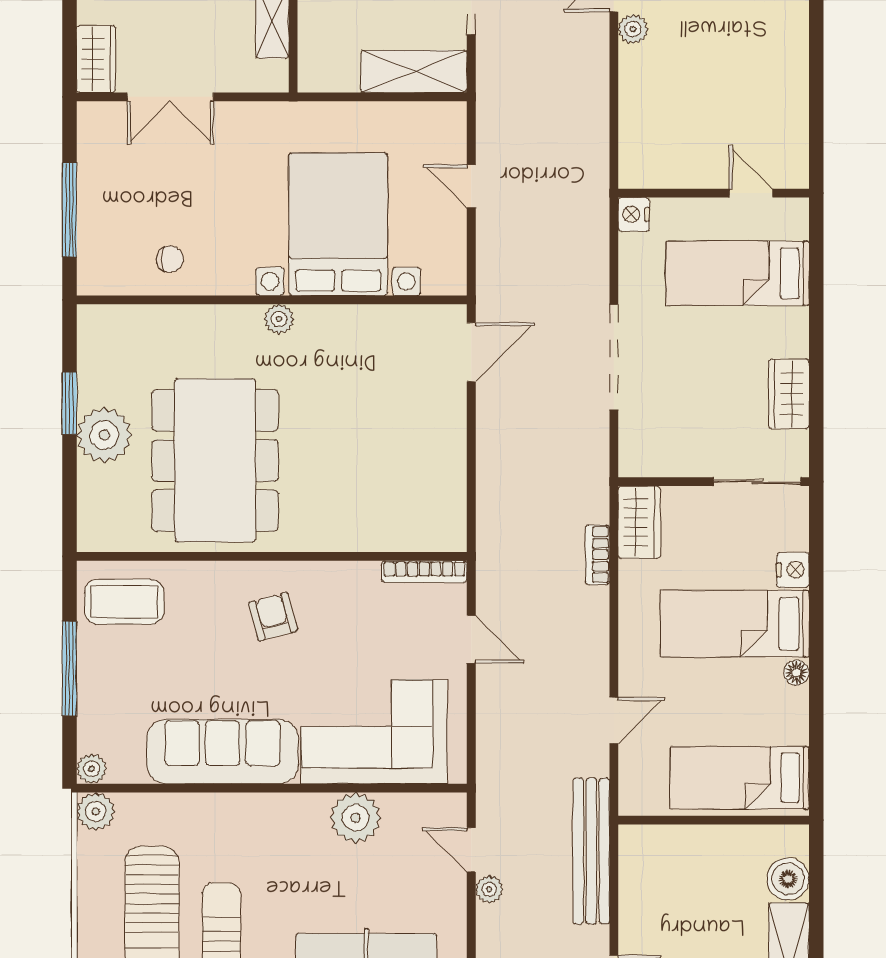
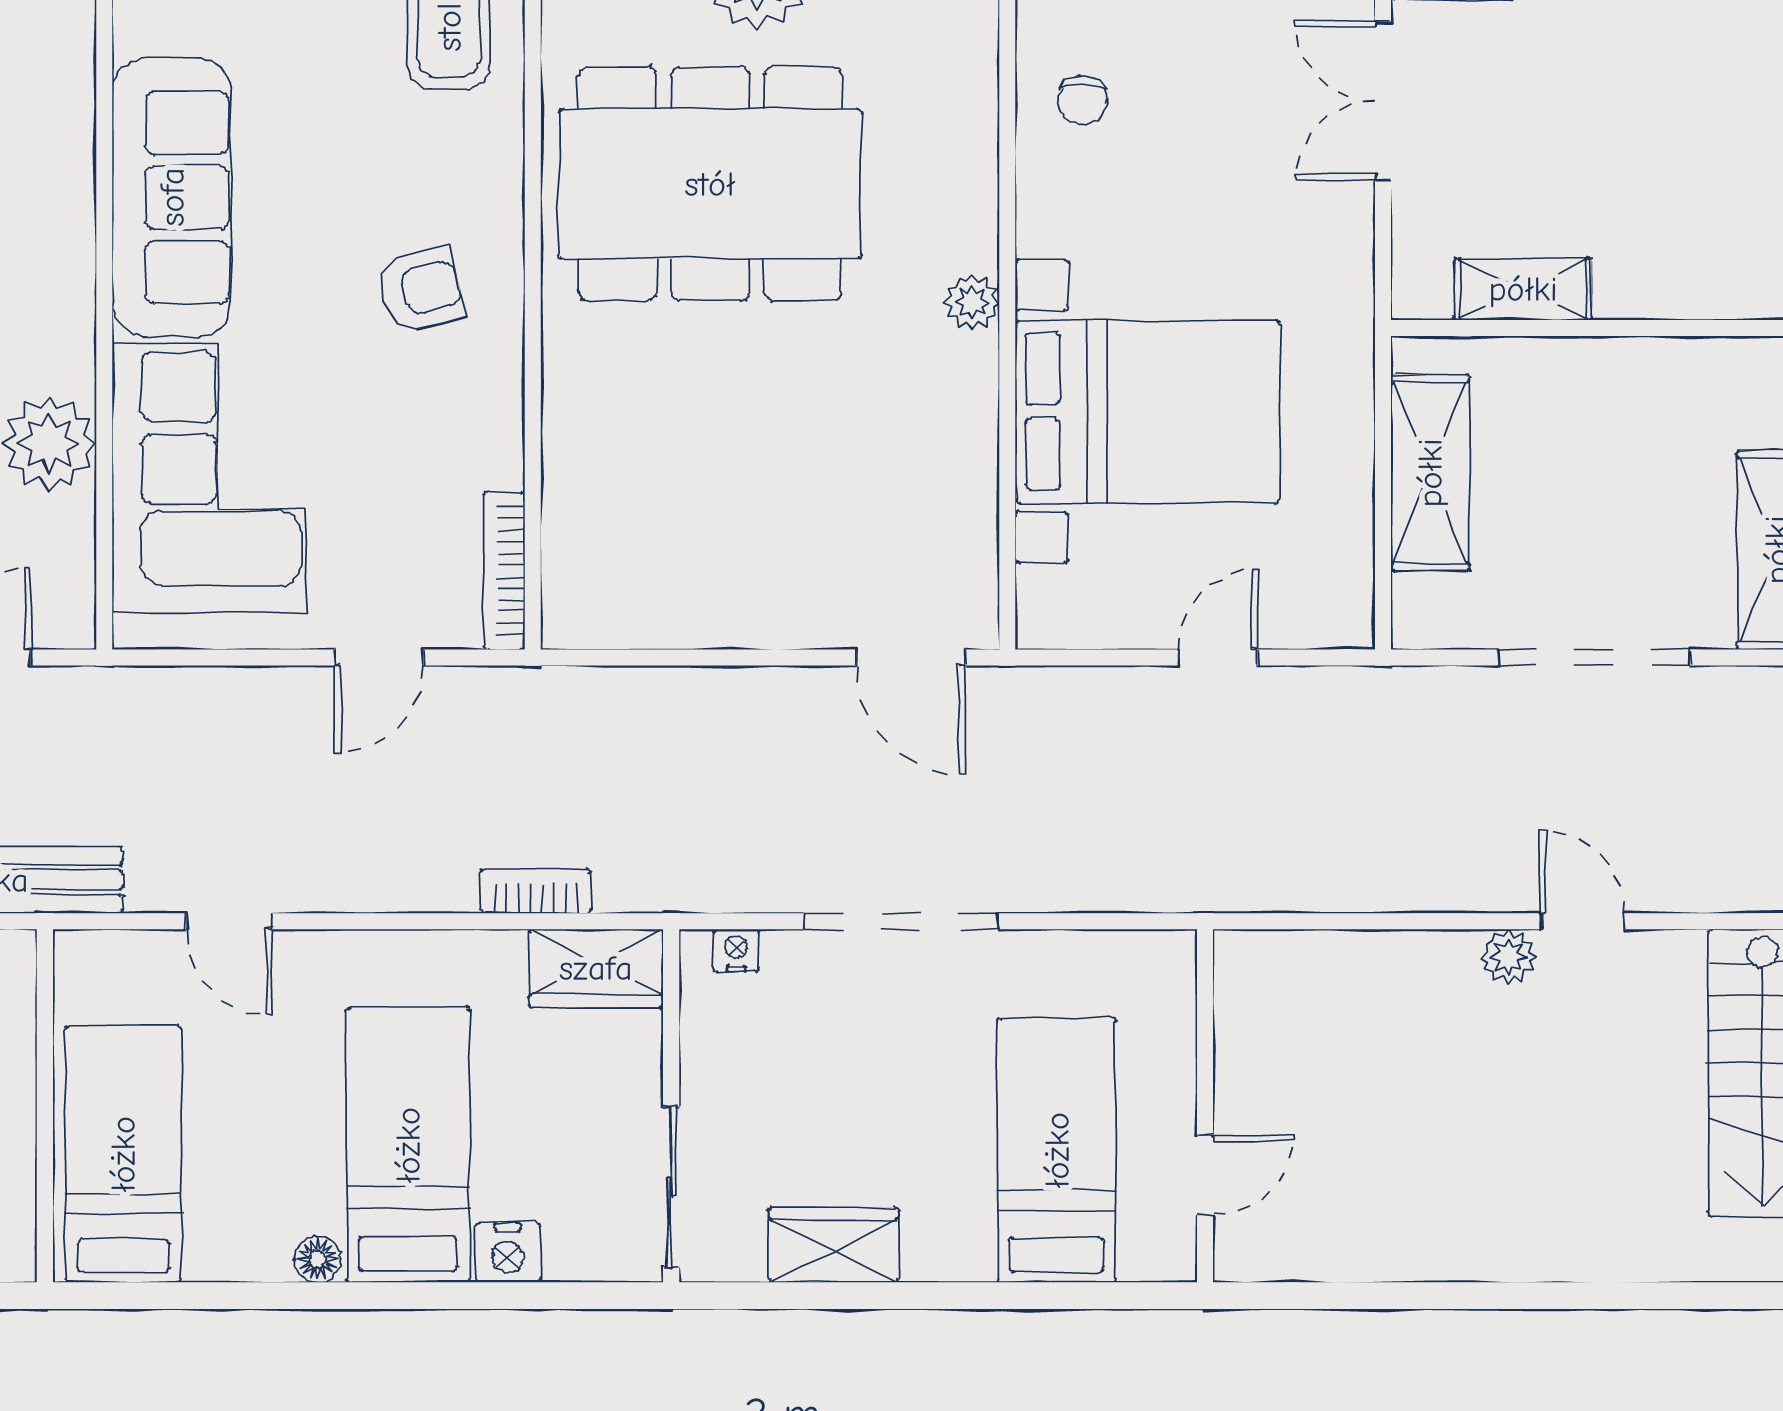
shelving: (414, 71) -> (1430, 473), moved
nightstand: (634, 214) -> (736, 951), moved, width x0.72, depth x0.74

